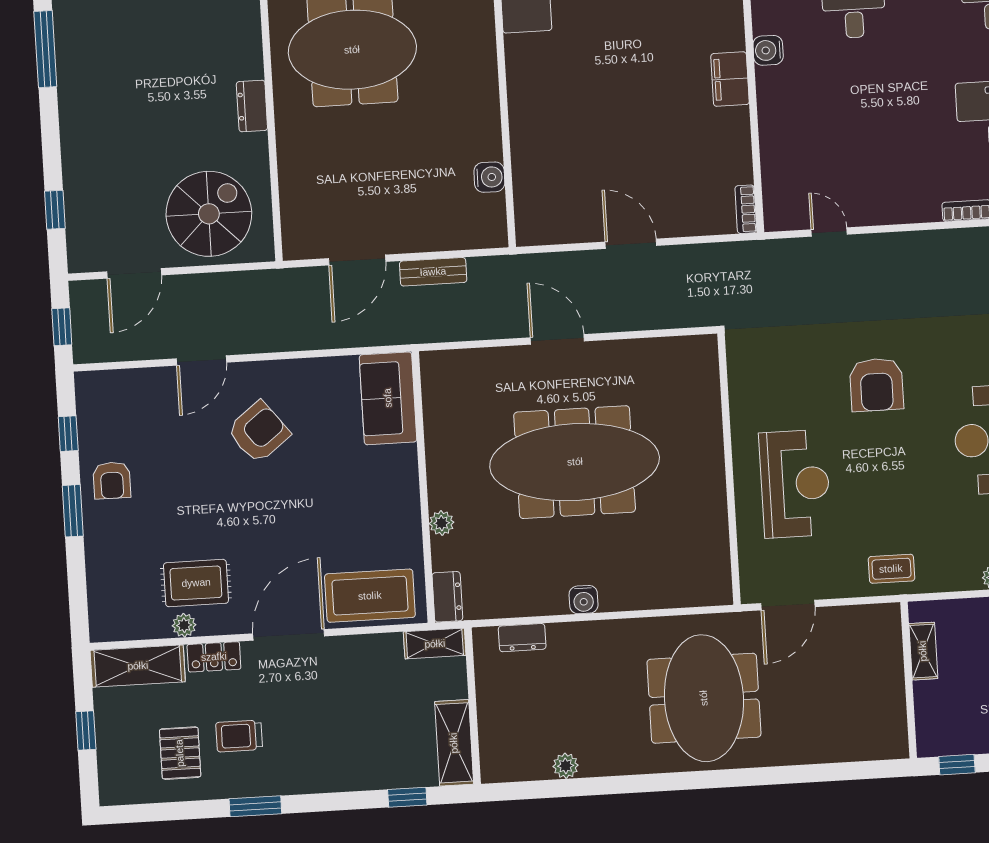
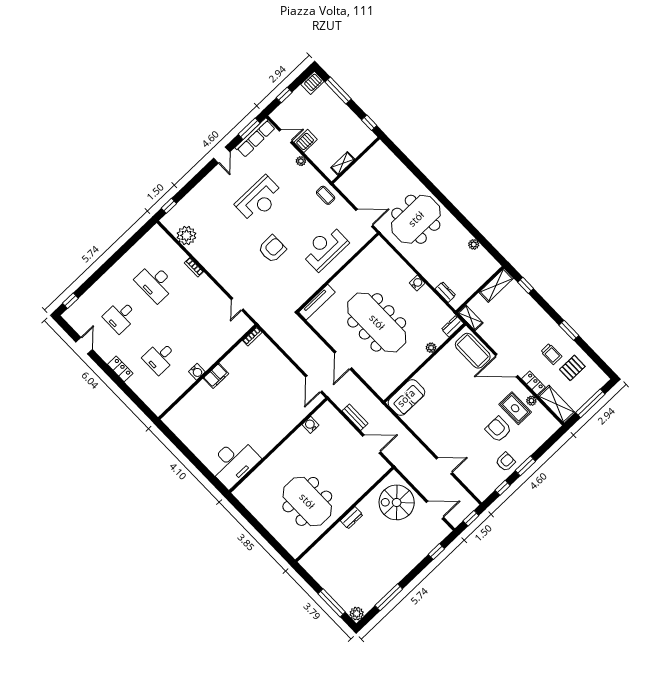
door: (631, 244) -> (314, 384), moved
tv unit: (707, 383) -> (317, 302), added
armchair: (259, 432) -> (498, 429), moved, turned 38
window: (86, 730) -> (590, 403), width x2.17

